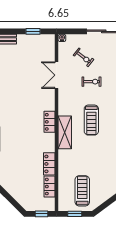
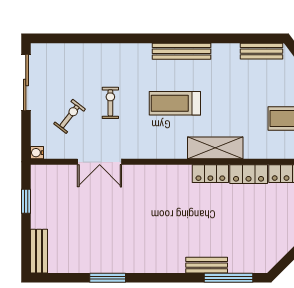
treadmill: (91, 120) -> (175, 103), turned 180
locker: (49, 122) -> (210, 174), moved
shelving: (65, 132) -> (215, 148), moved

